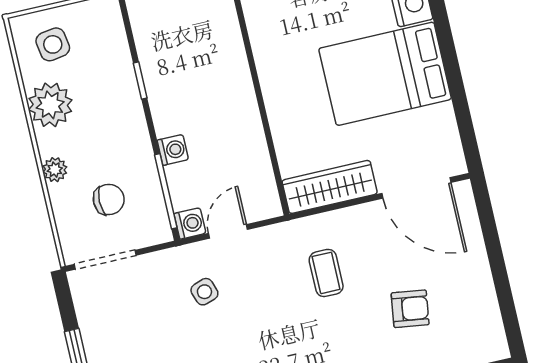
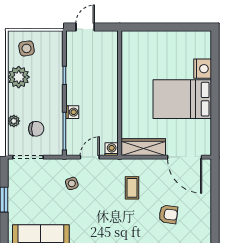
plant: (55, 170) -> (14, 121), moved
washing machine: (190, 223) -> (112, 149), moved, turned -90

